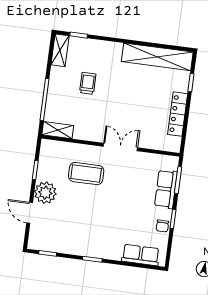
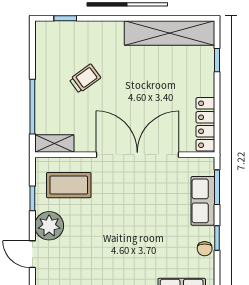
shelving: (60, 50) -> (44, 41), removed
trolley: (88, 83) -> (85, 79), turned 54
locker: (178, 114) -> (205, 124), moved
double door: (120, 147) -> (137, 155), width x1.87
coffee table: (86, 174) -> (69, 185), moved

